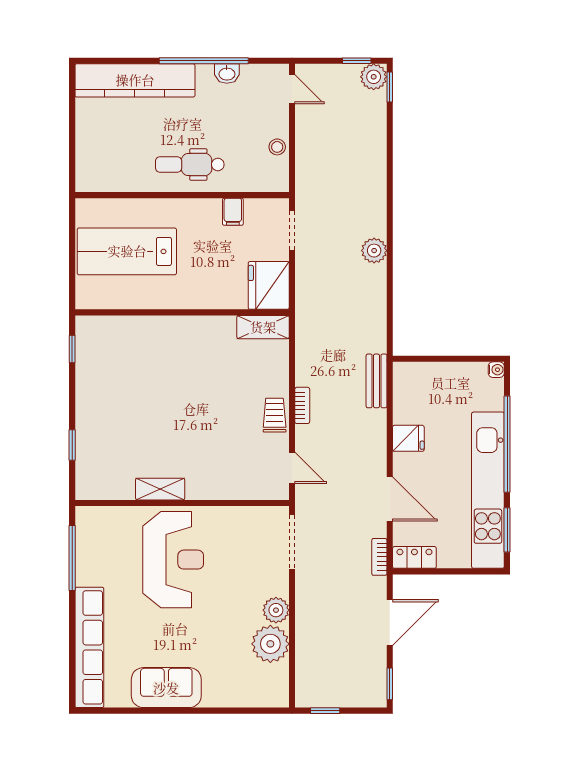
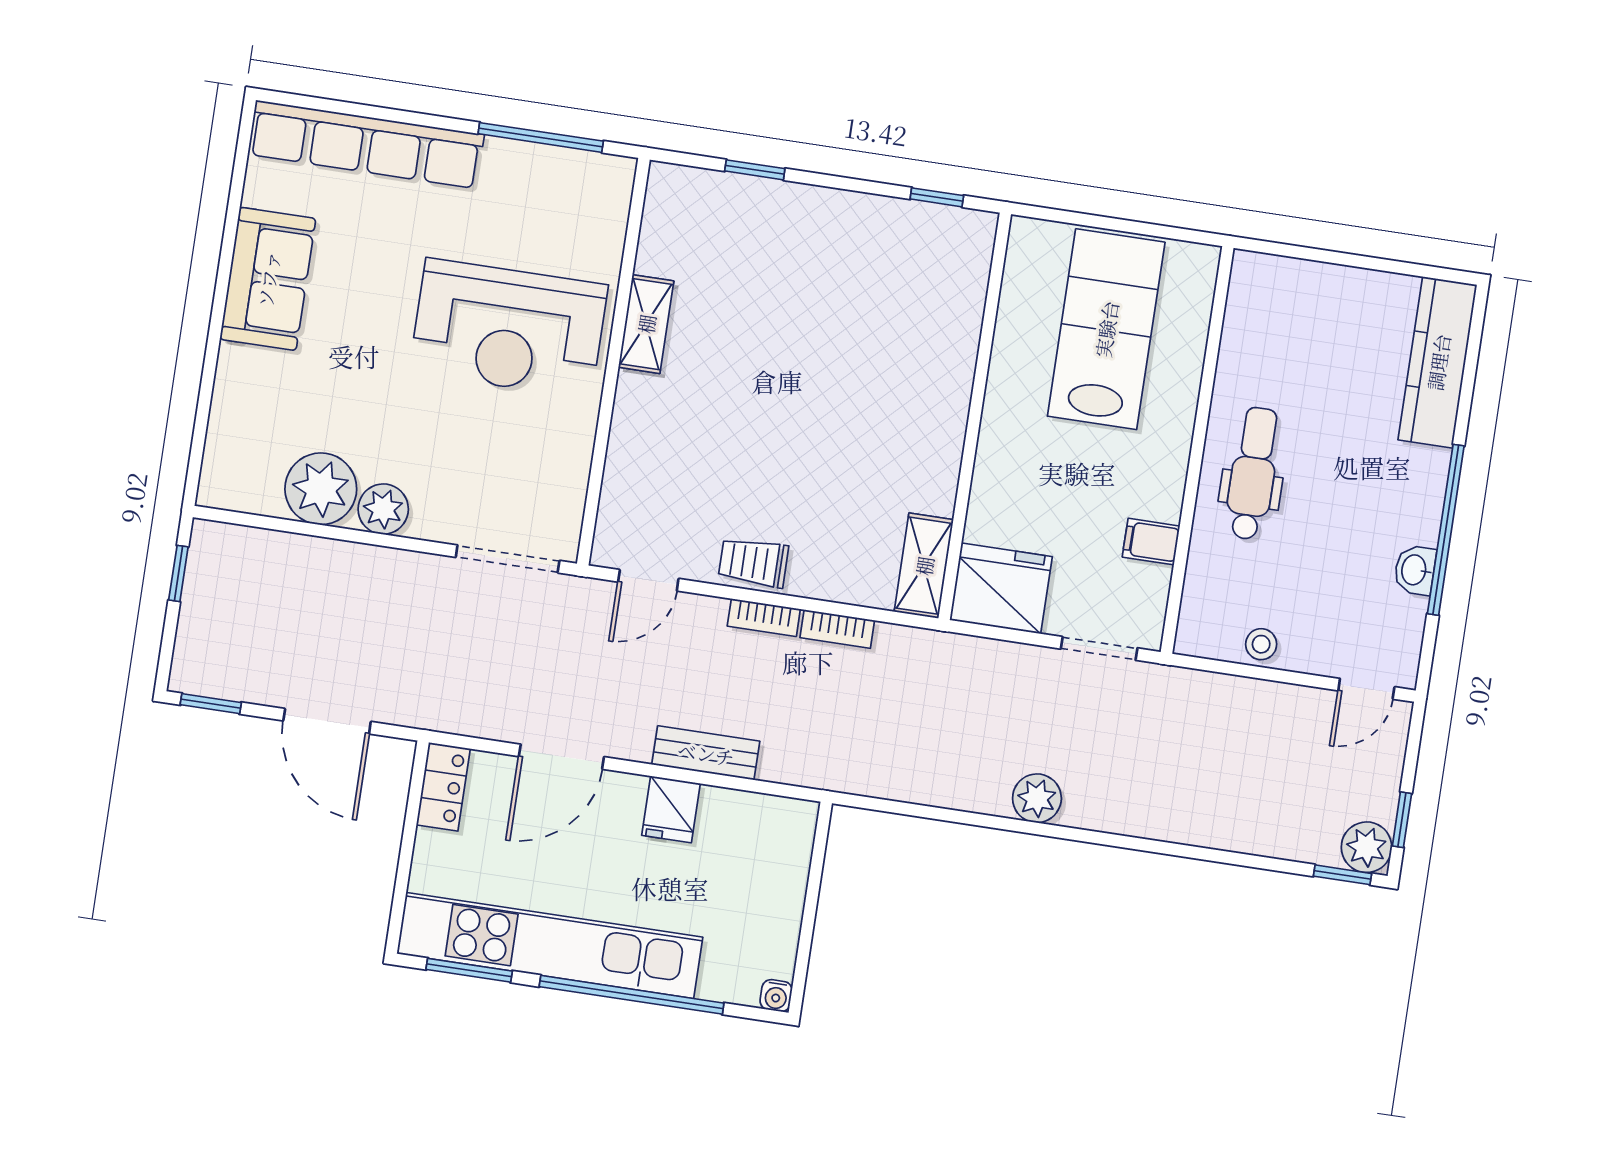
kitchen counter: (135, 80) -> (1438, 362), width x0.72, depth x0.86
bench: (377, 381) -> (706, 753), moved
trolley: (275, 415) -> (753, 562), turned 180
bookcase: (379, 557) -> (837, 629), moved, turned 180

